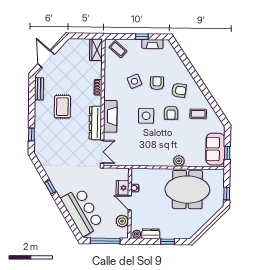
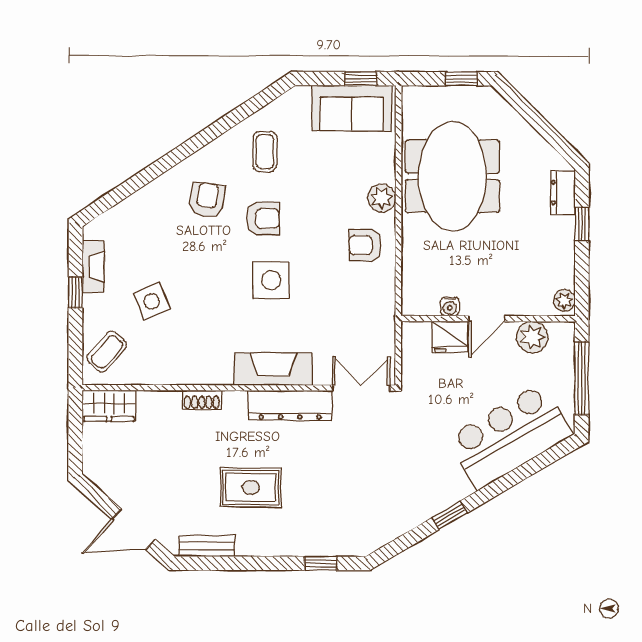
side table: (134, 81) -> (151, 301), moved
armchair: (157, 83) -> (365, 245), moved
dresser: (151, 234) -> (563, 193), moved

